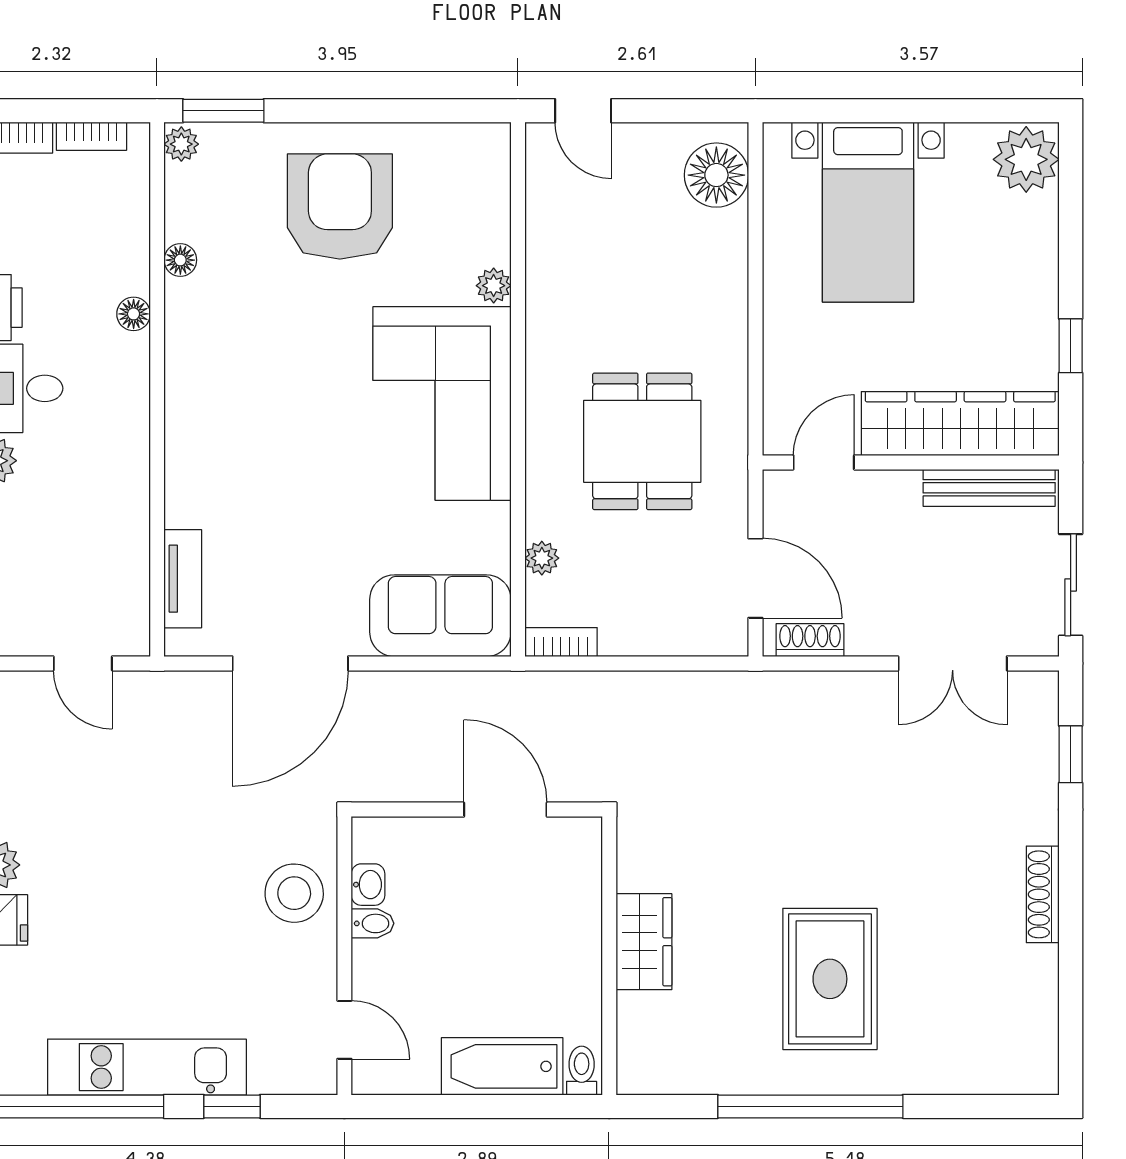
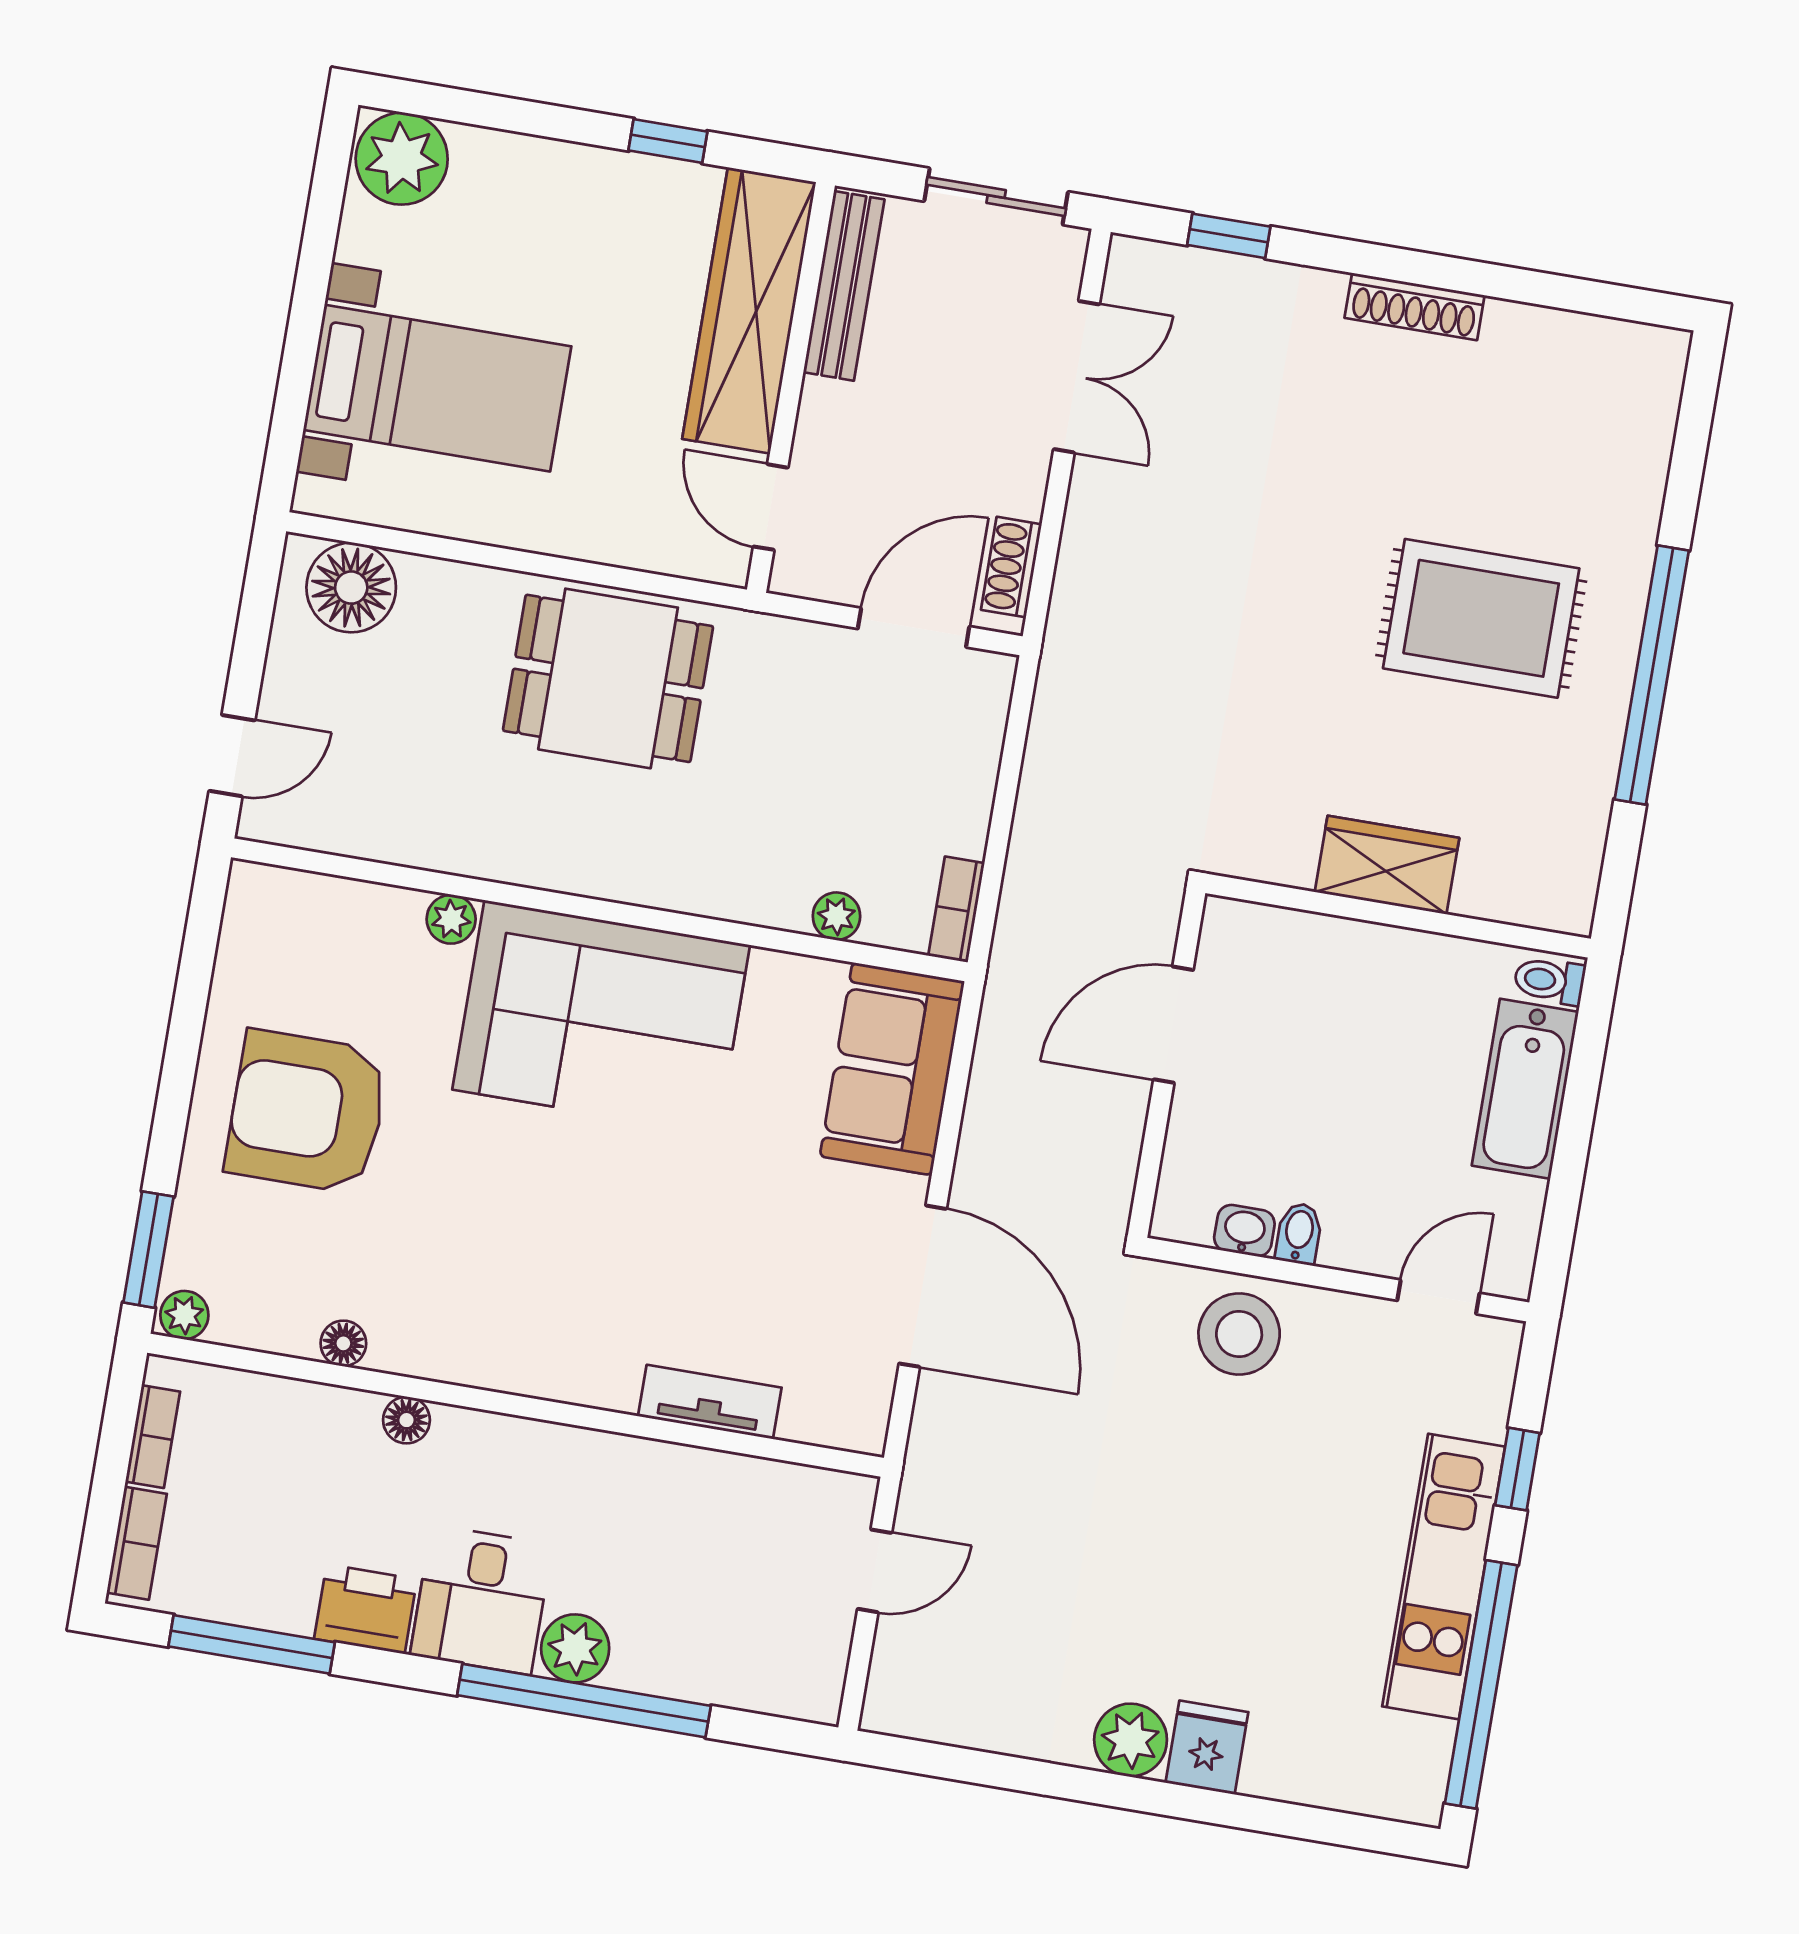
dining table: (642, 441) -> (608, 678), moved
tv unit: (183, 579) -> (710, 1402), moved

